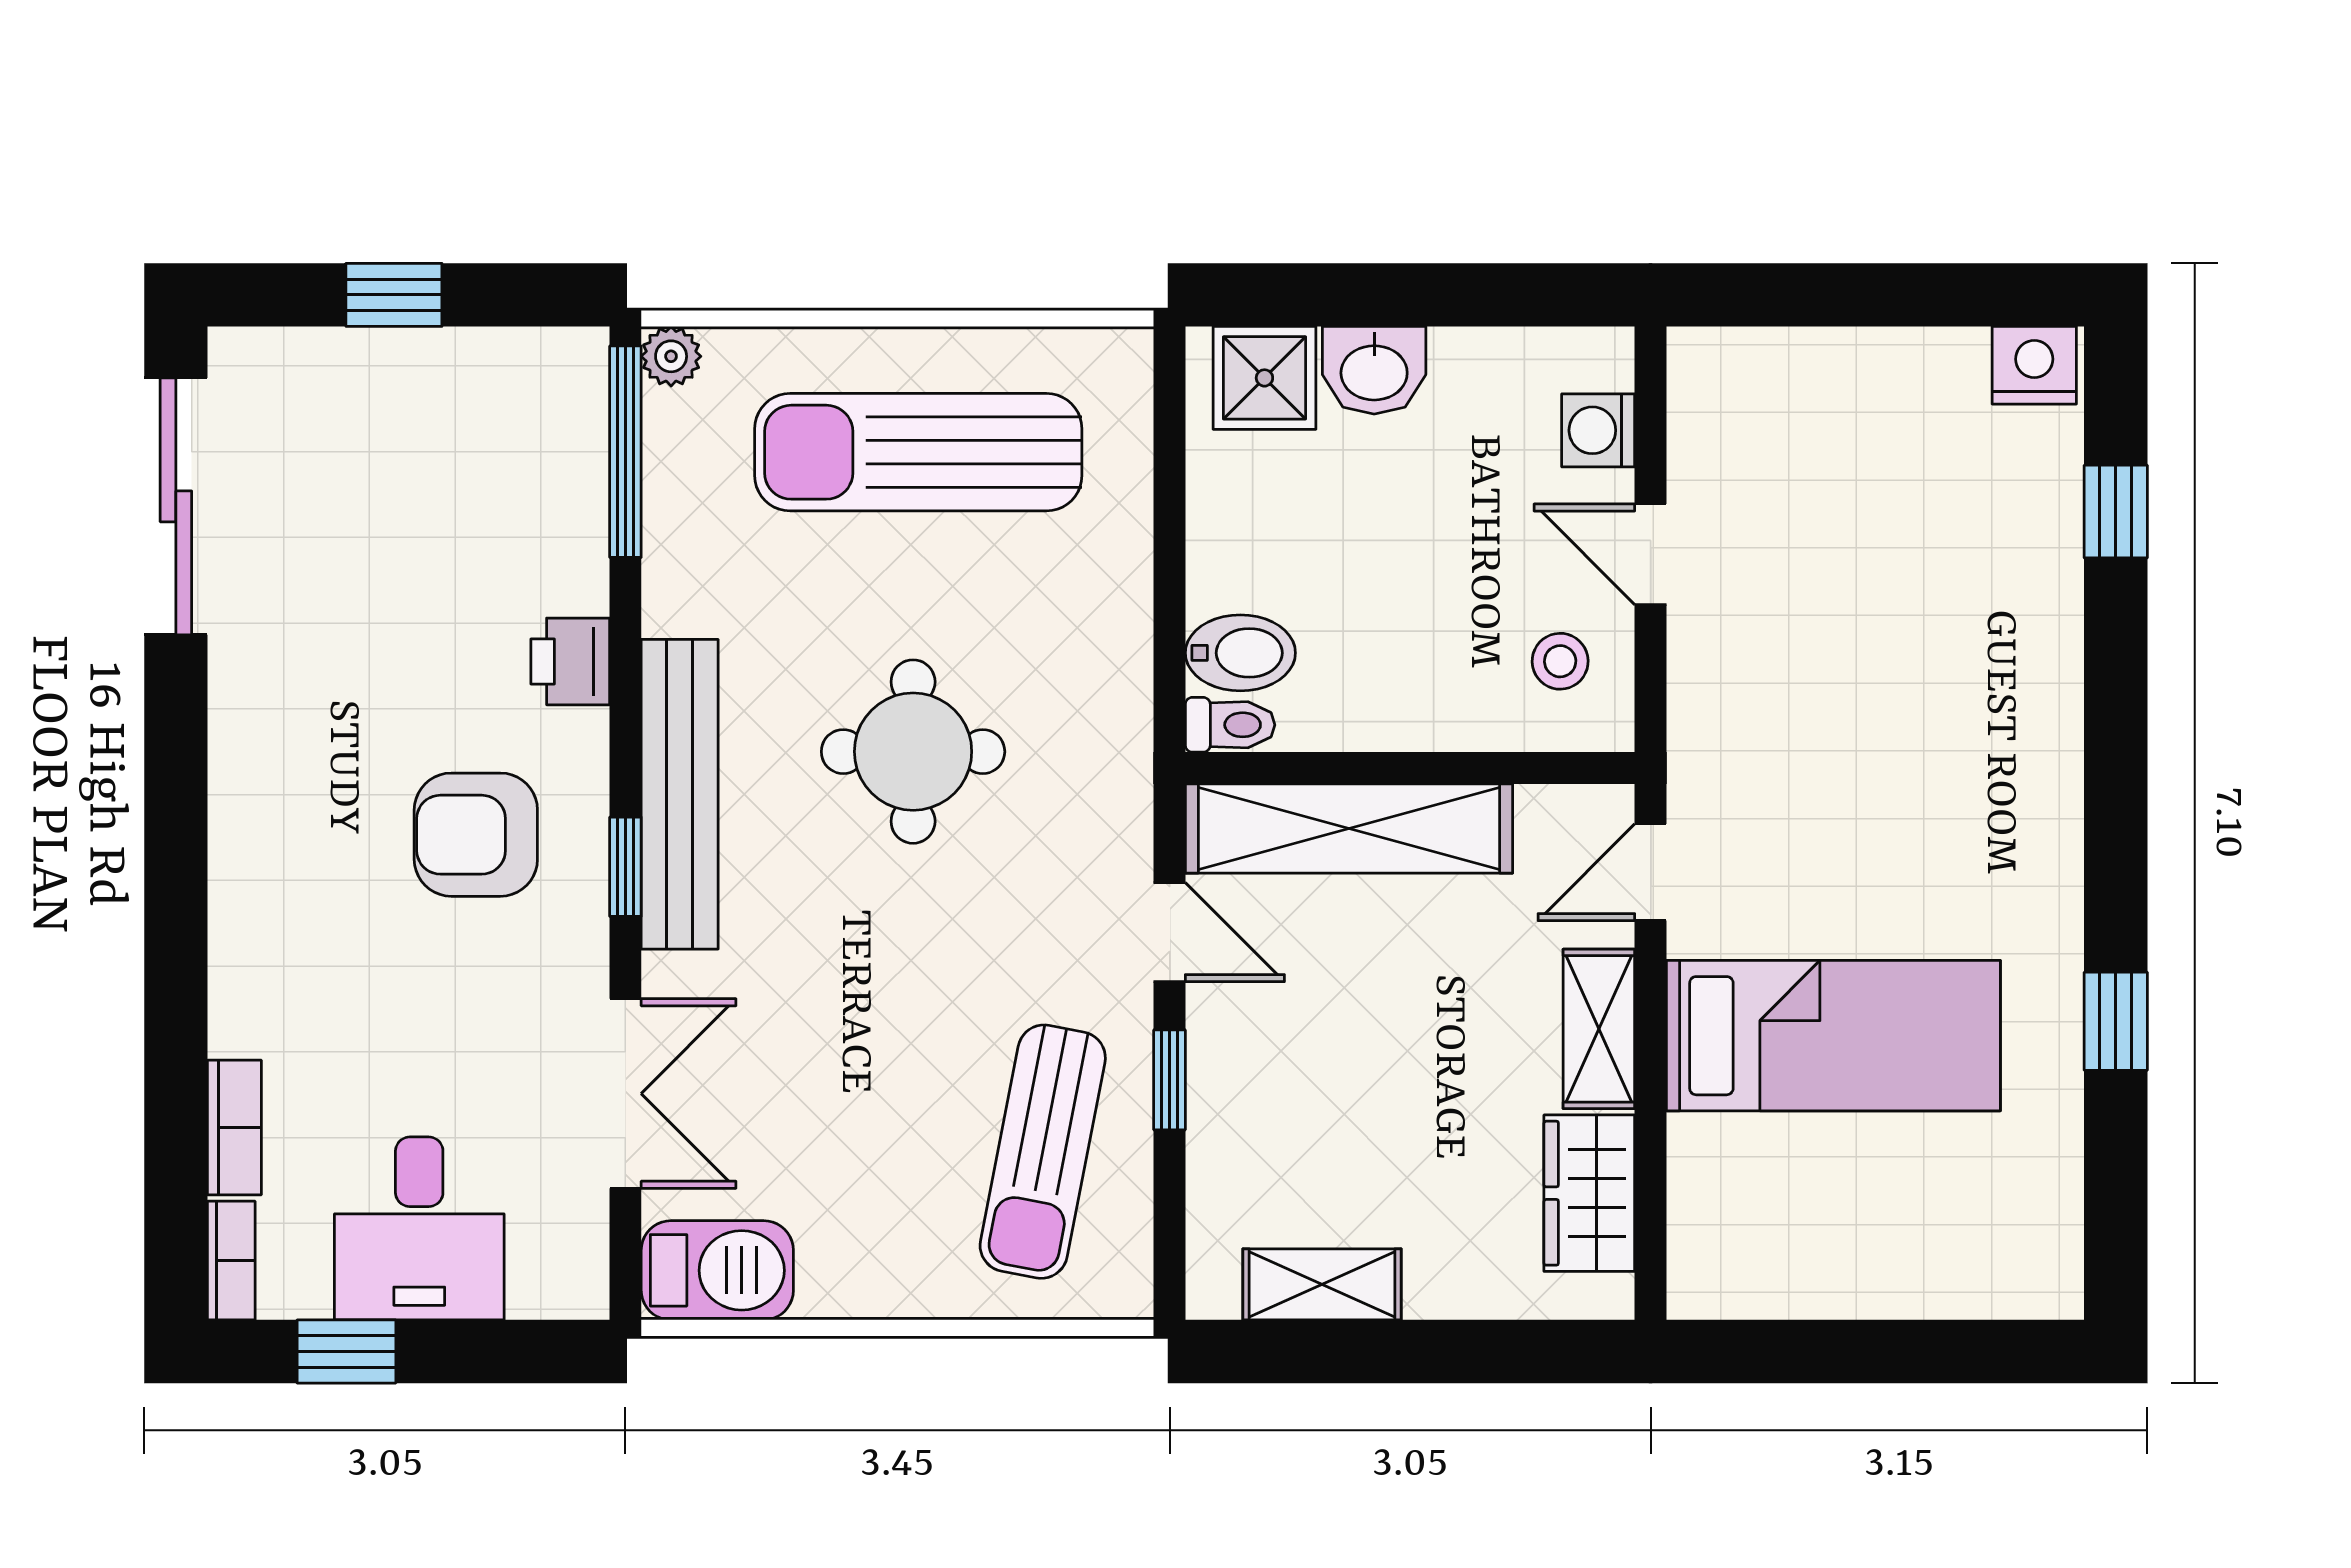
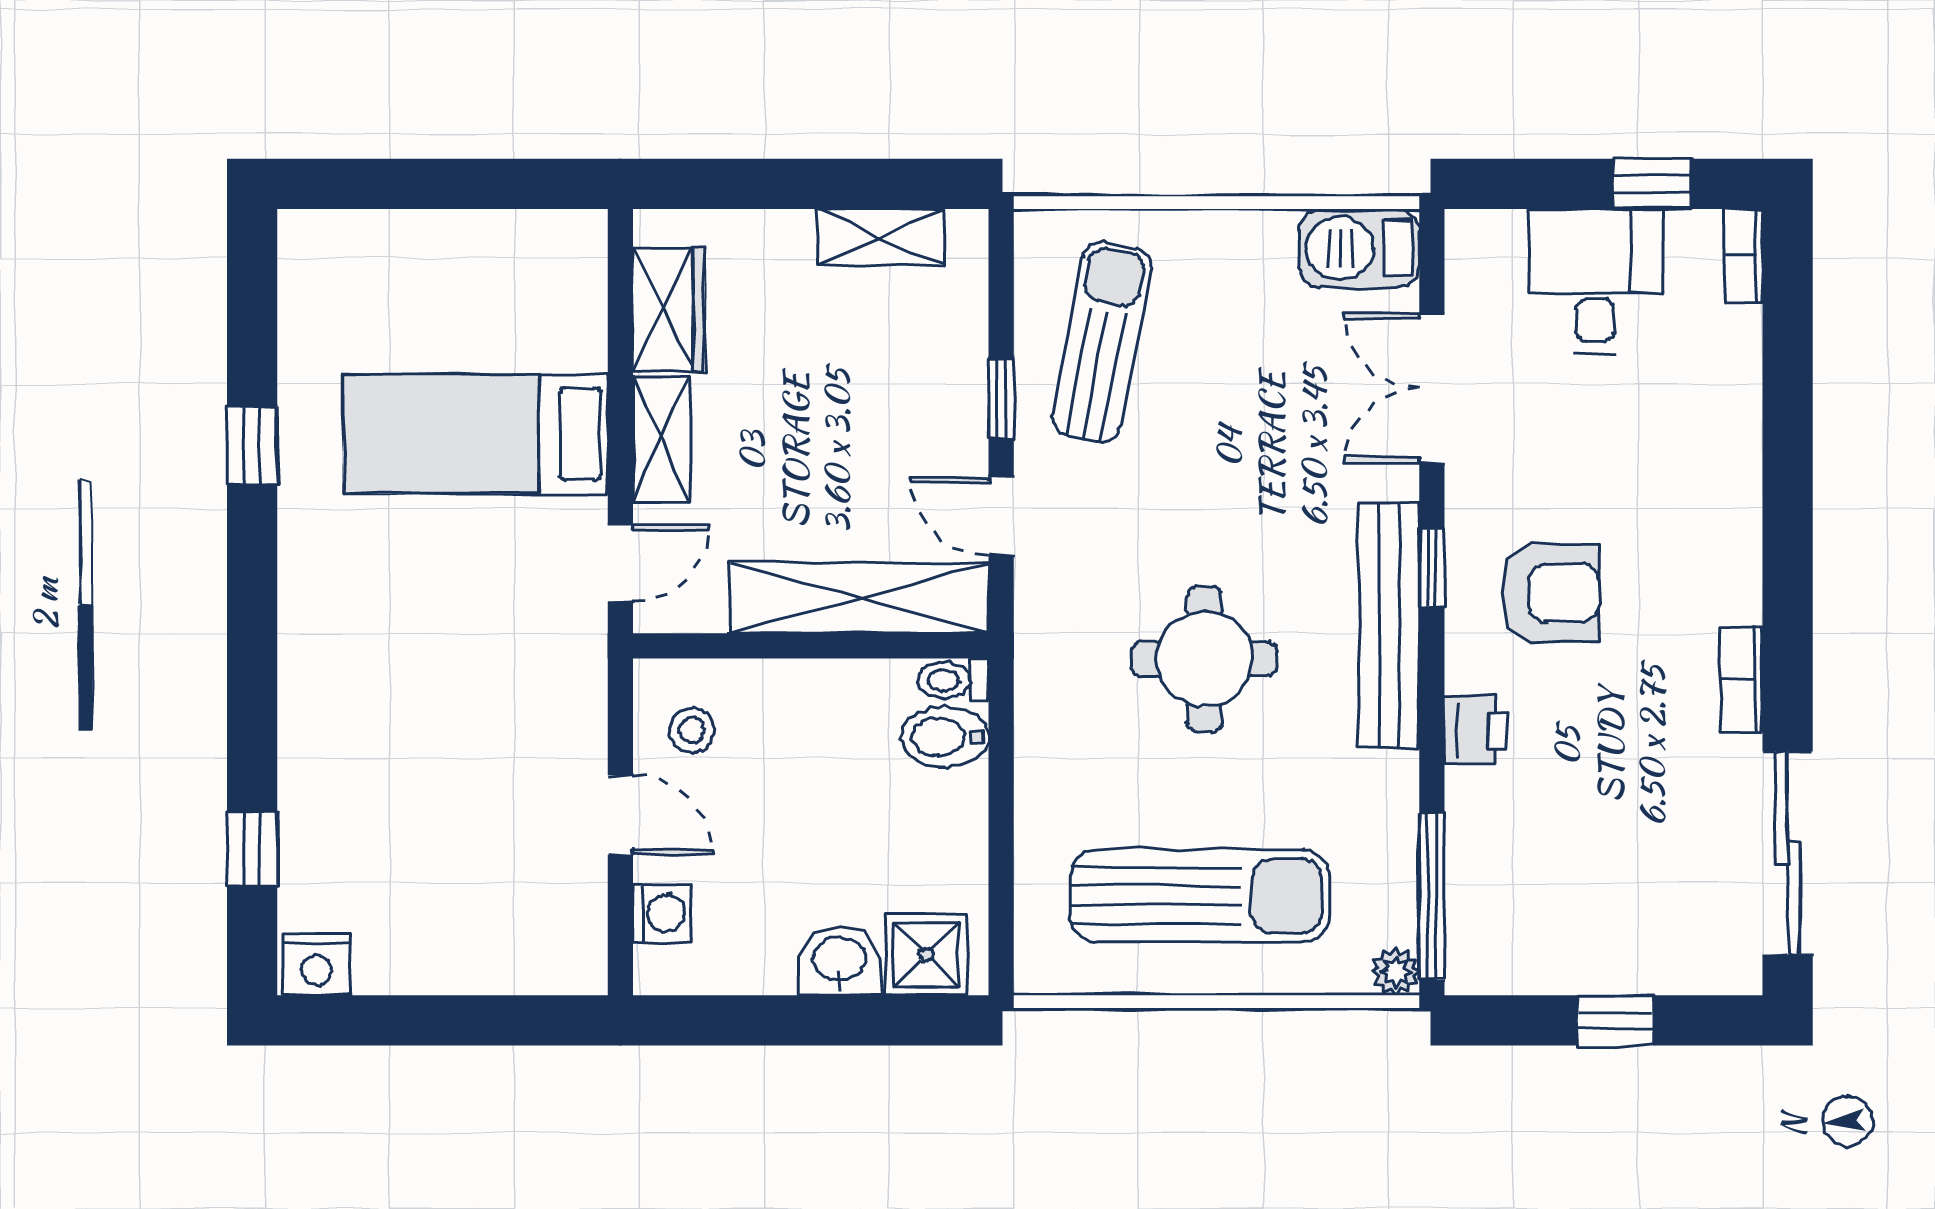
bookcase: (234, 1128) -> (1741, 680), moved

